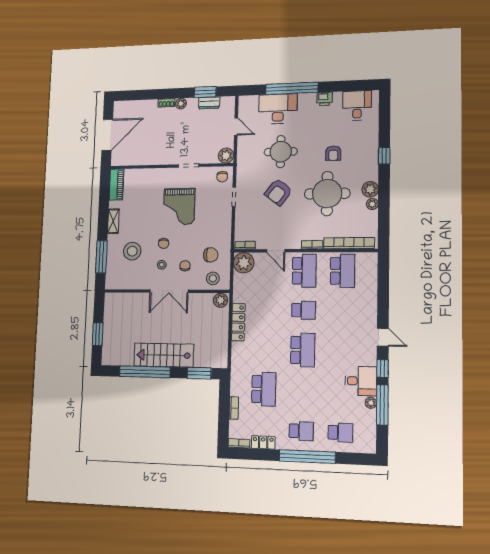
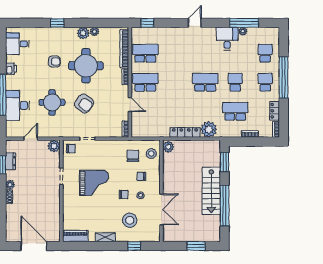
door: (276, 251) -> (130, 105), hinge flipped
window: (101, 257) -> (134, 246), width x0.46
plant: (244, 263) -> (209, 129), moved
double door: (169, 291) -> (161, 209), moved
school desk: (304, 310) -> (235, 82), moved
window: (383, 368) -> (147, 23), moved

